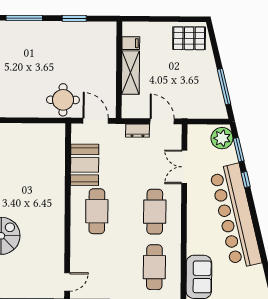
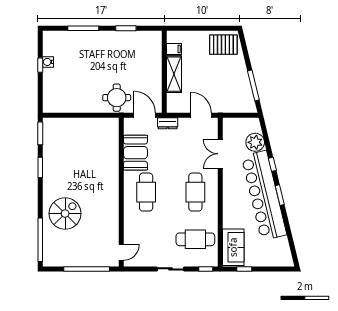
dresser: (138, 131) -> (168, 123), moved
plant: (222, 138) -> (255, 142), moved
window: (239, 150) -> (280, 195), moved
cafe table: (154, 267) -> (195, 239), turned 90

